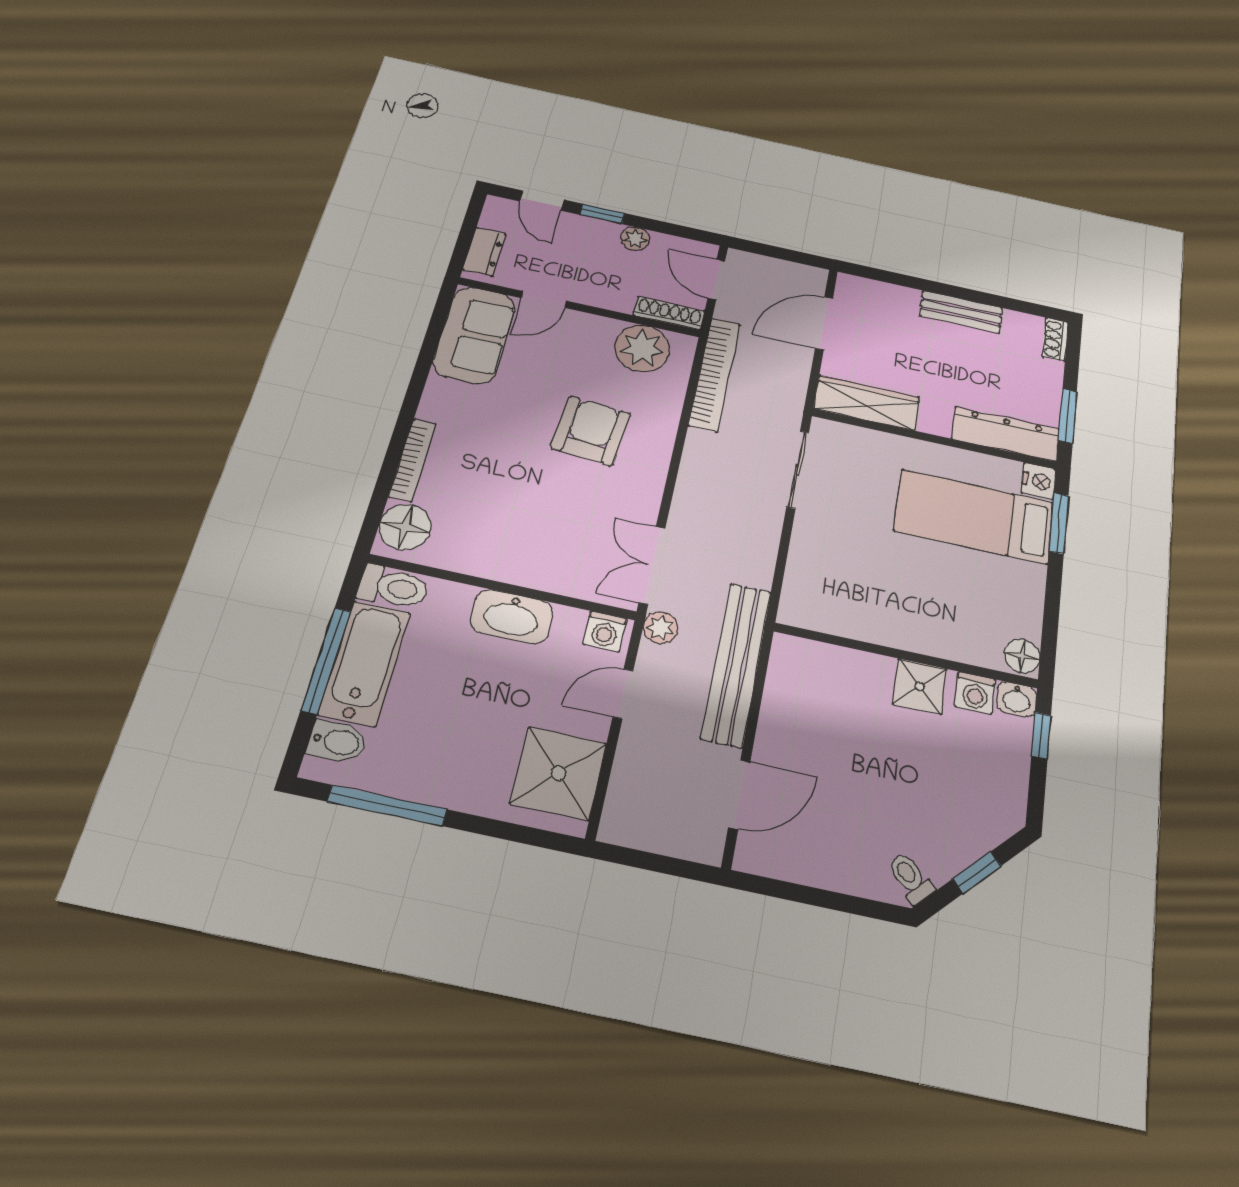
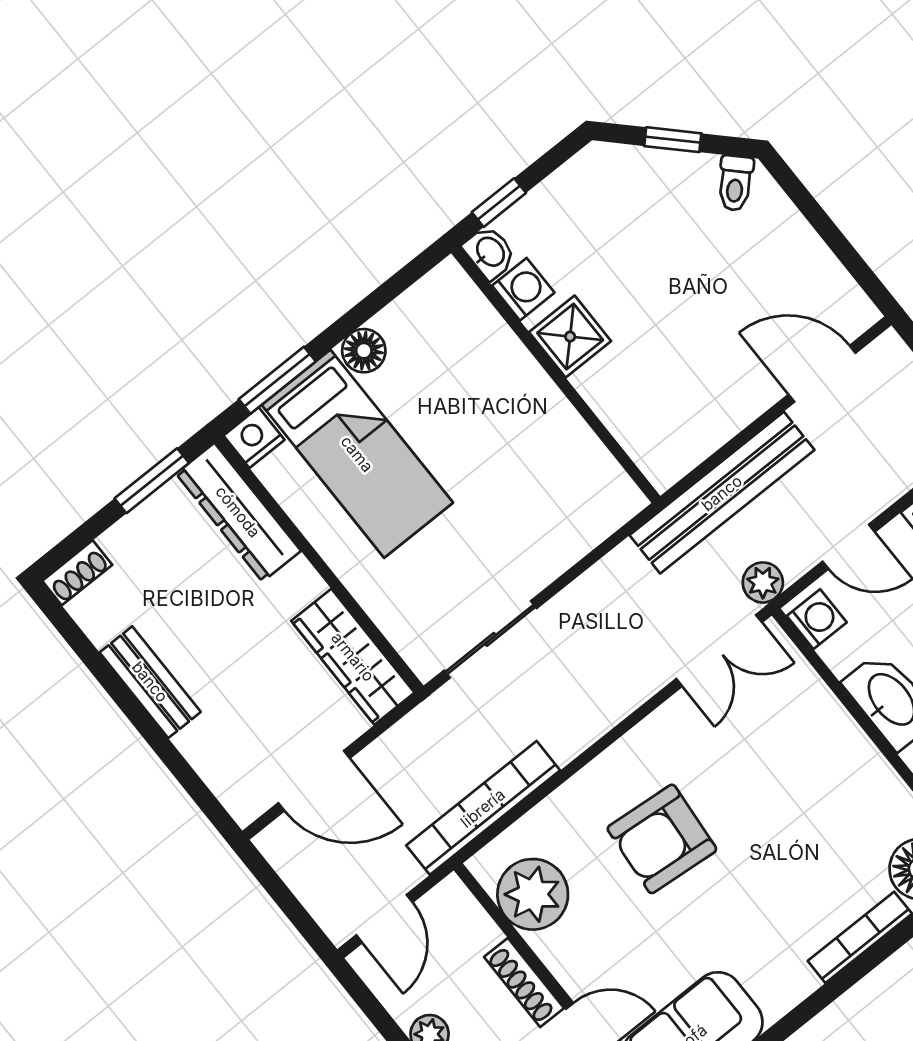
shoe rack: (669, 313) -> (524, 982), moved
floor lamp: (1022, 656) -> (364, 351), moved

